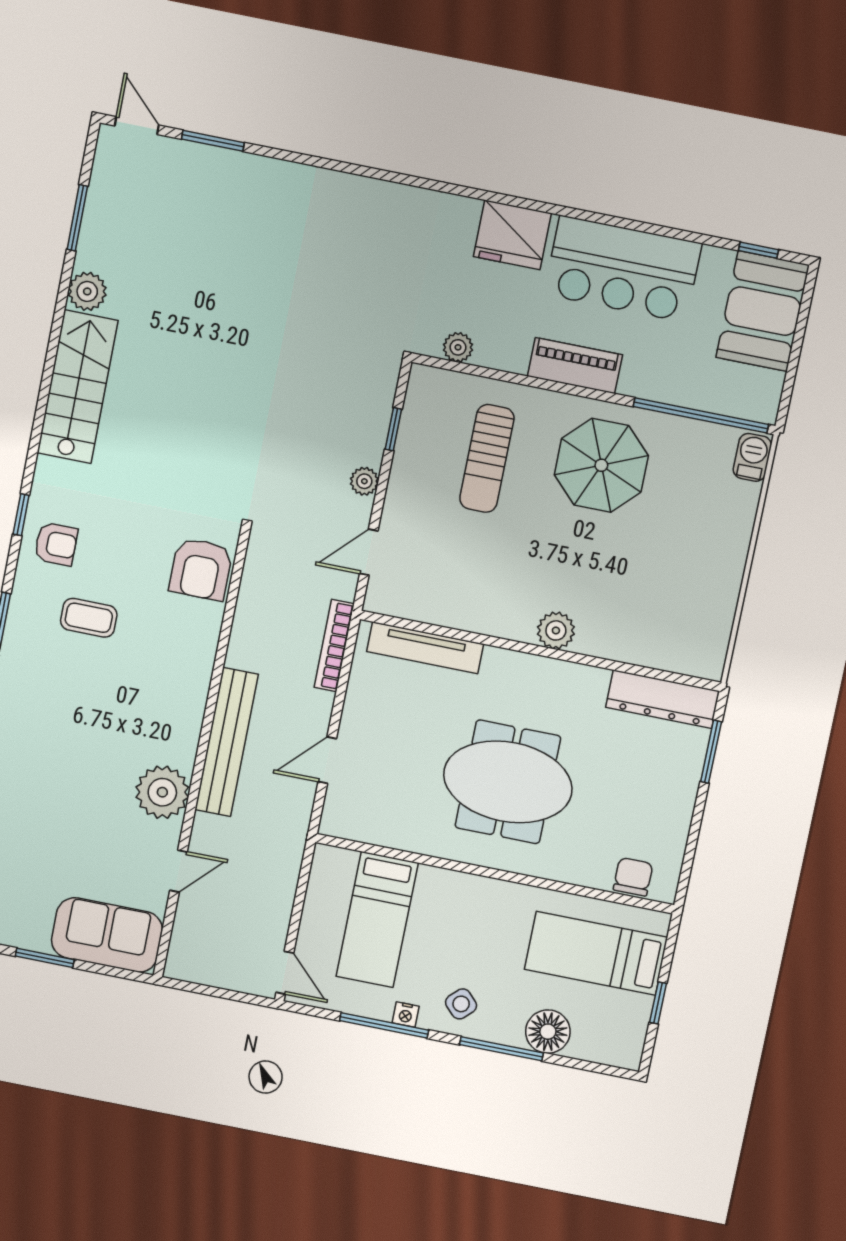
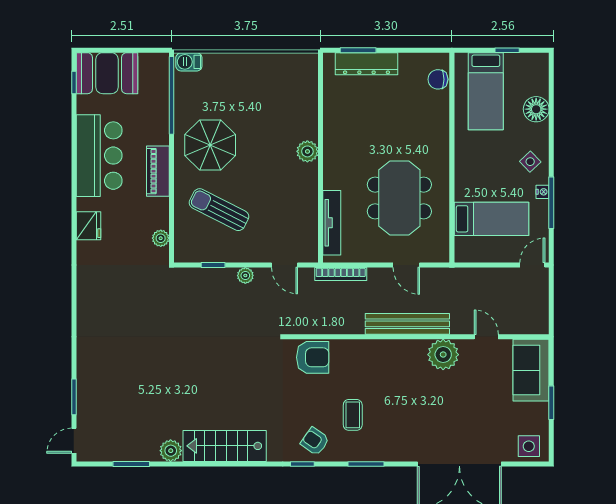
fridge: (512, 235) -> (89, 226), width x0.73, depth x0.75
sun lounger: (487, 458) -> (219, 210), turned -153
armchair: (56, 544) -> (315, 441), turned -55
dresser: (663, 699) -> (366, 64), moved, turned 90
meeting table: (508, 782) -> (399, 198), moved
window: (501, 1049) -> (551, 134), removed

